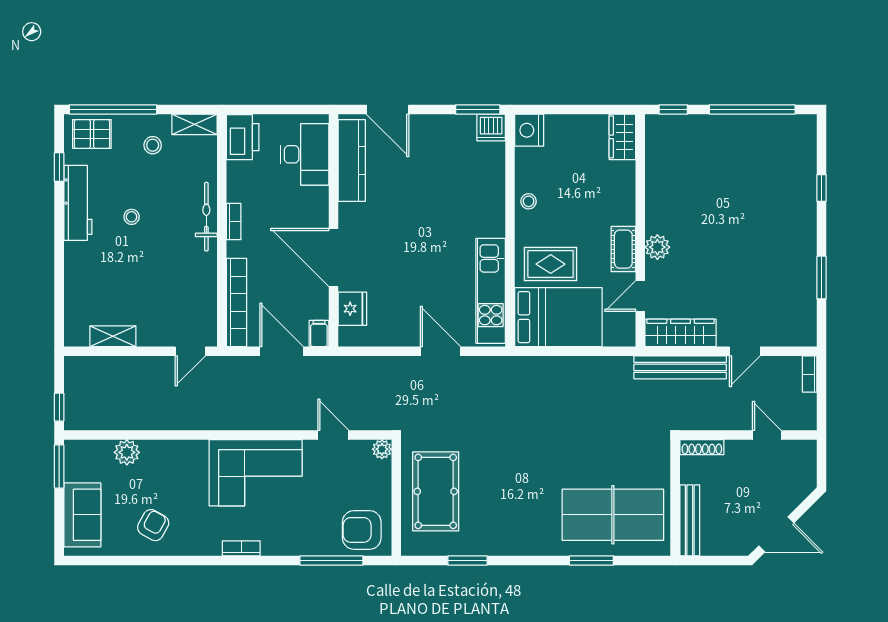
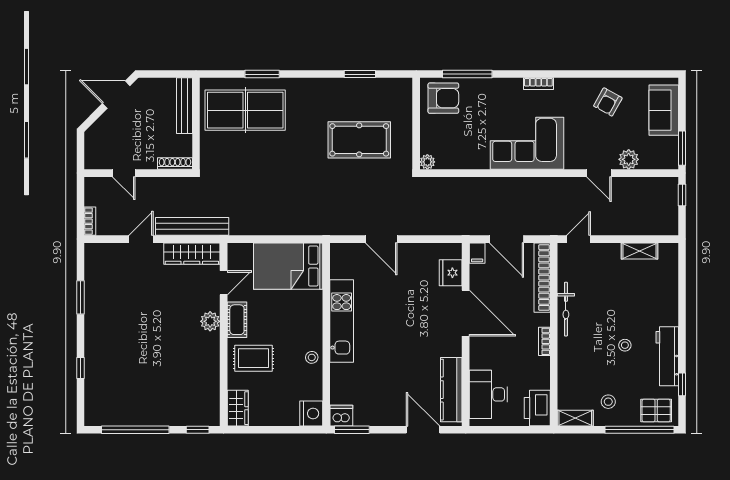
bicycle: (206, 217) -> (566, 309), moved
rug: (551, 264) -> (253, 358), moved
kitchen unit: (491, 291) -> (342, 321), moved
door: (333, 435) -> (599, 173), moved
pool table: (436, 491) -> (359, 140), moved, turned 90

